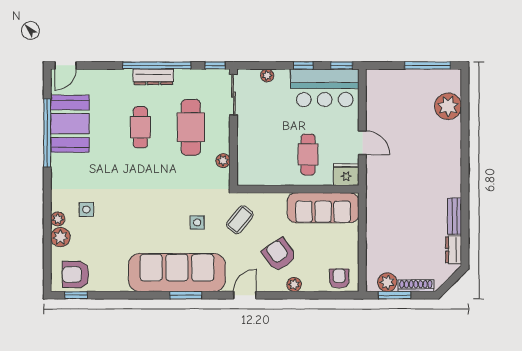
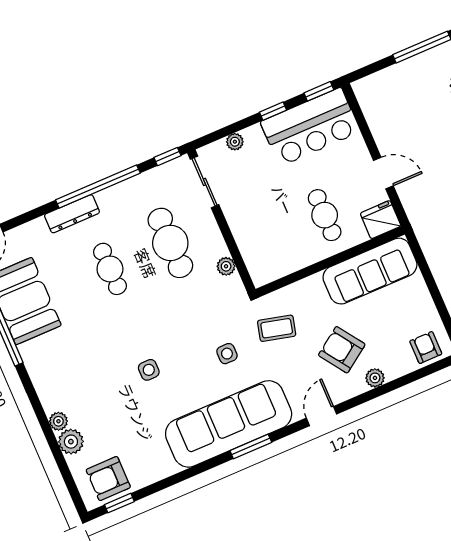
dresser: (153, 77) -> (72, 214), moved
side table: (86, 209) -> (149, 370), moved
coffee table: (240, 220) -> (277, 328), turned 65

